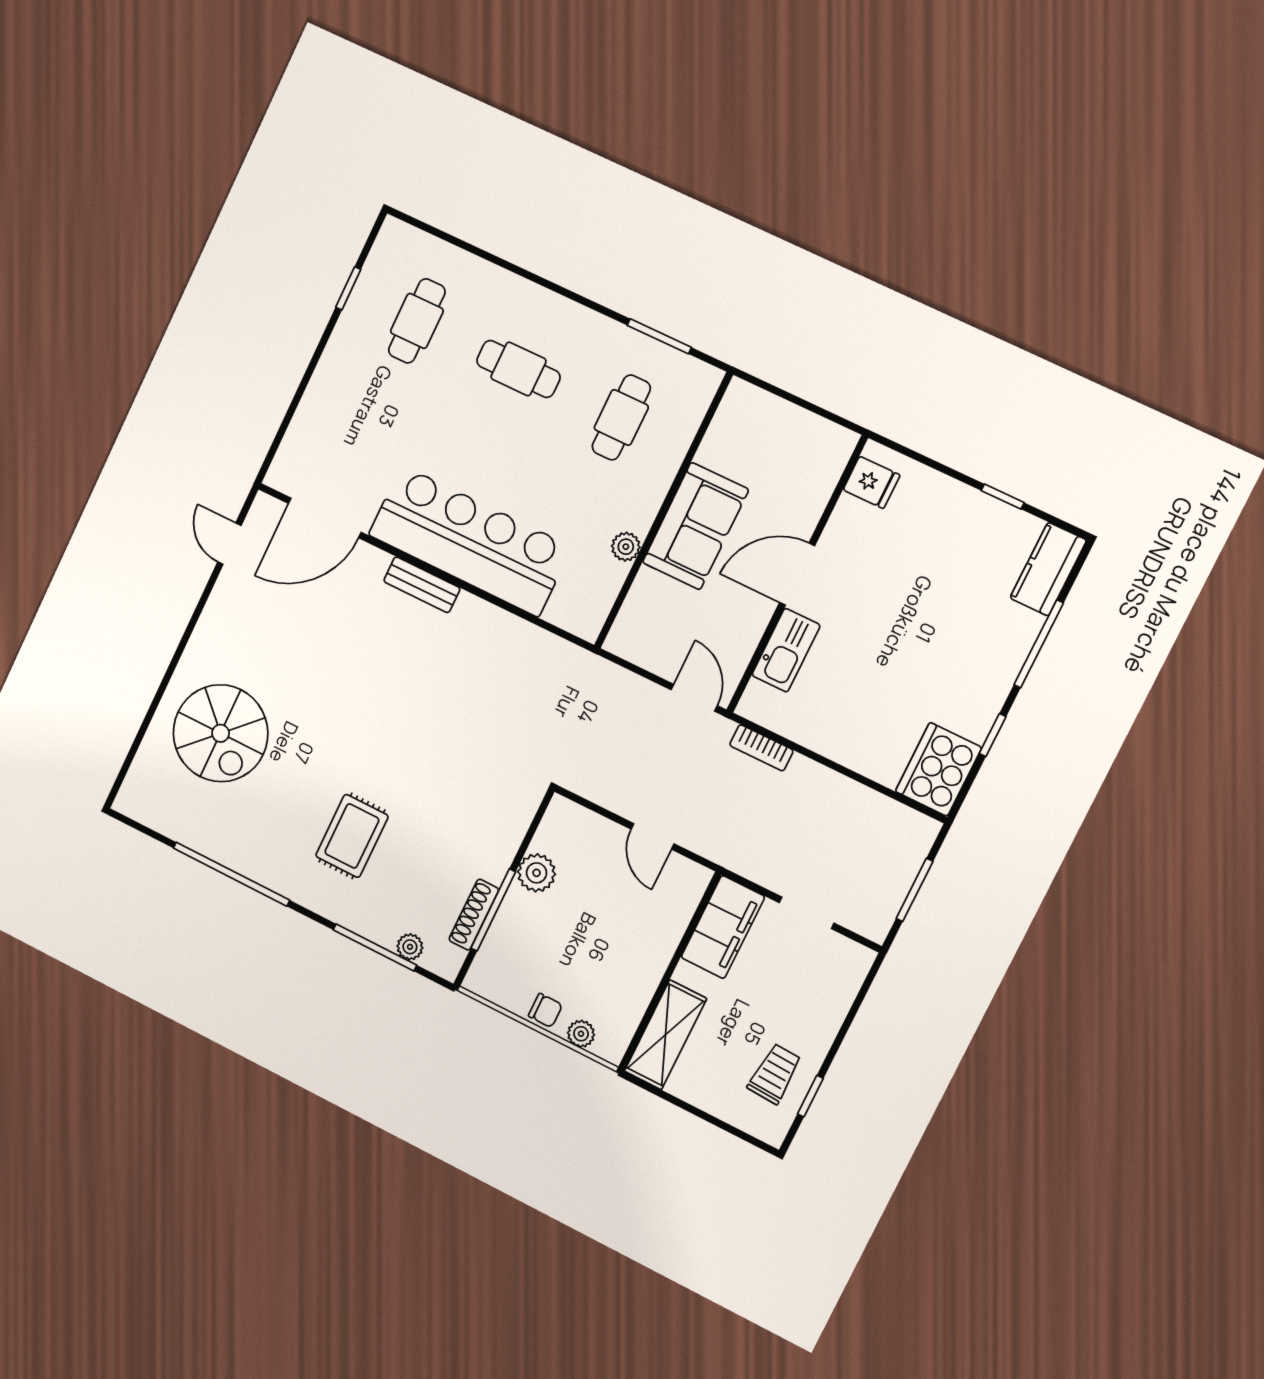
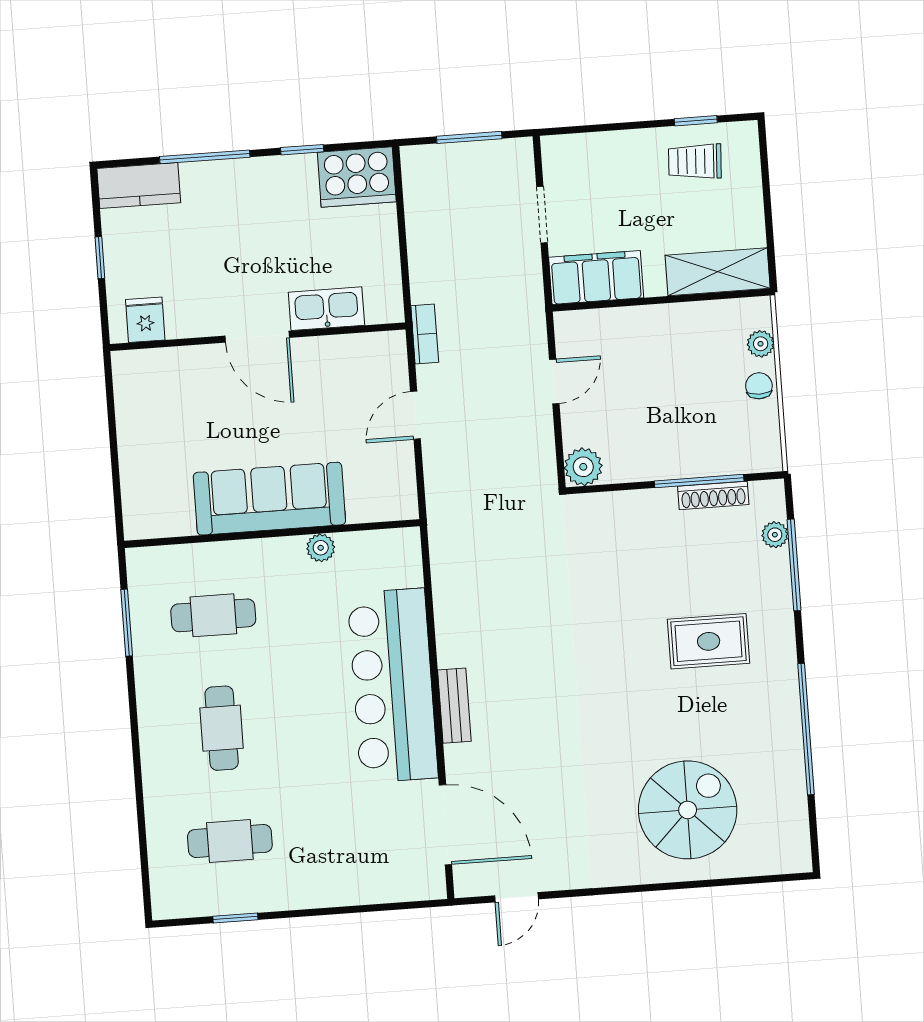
fridge: (871, 482) -> (145, 320), moved
sofa: (695, 526) -> (269, 499), width x1.36
door: (797, 574) -> (257, 337), moved
wall: (797, 575) -> (258, 337), moved
kitchen sink: (786, 650) -> (326, 309), moved
plant: (537, 873) -> (583, 467), moved

